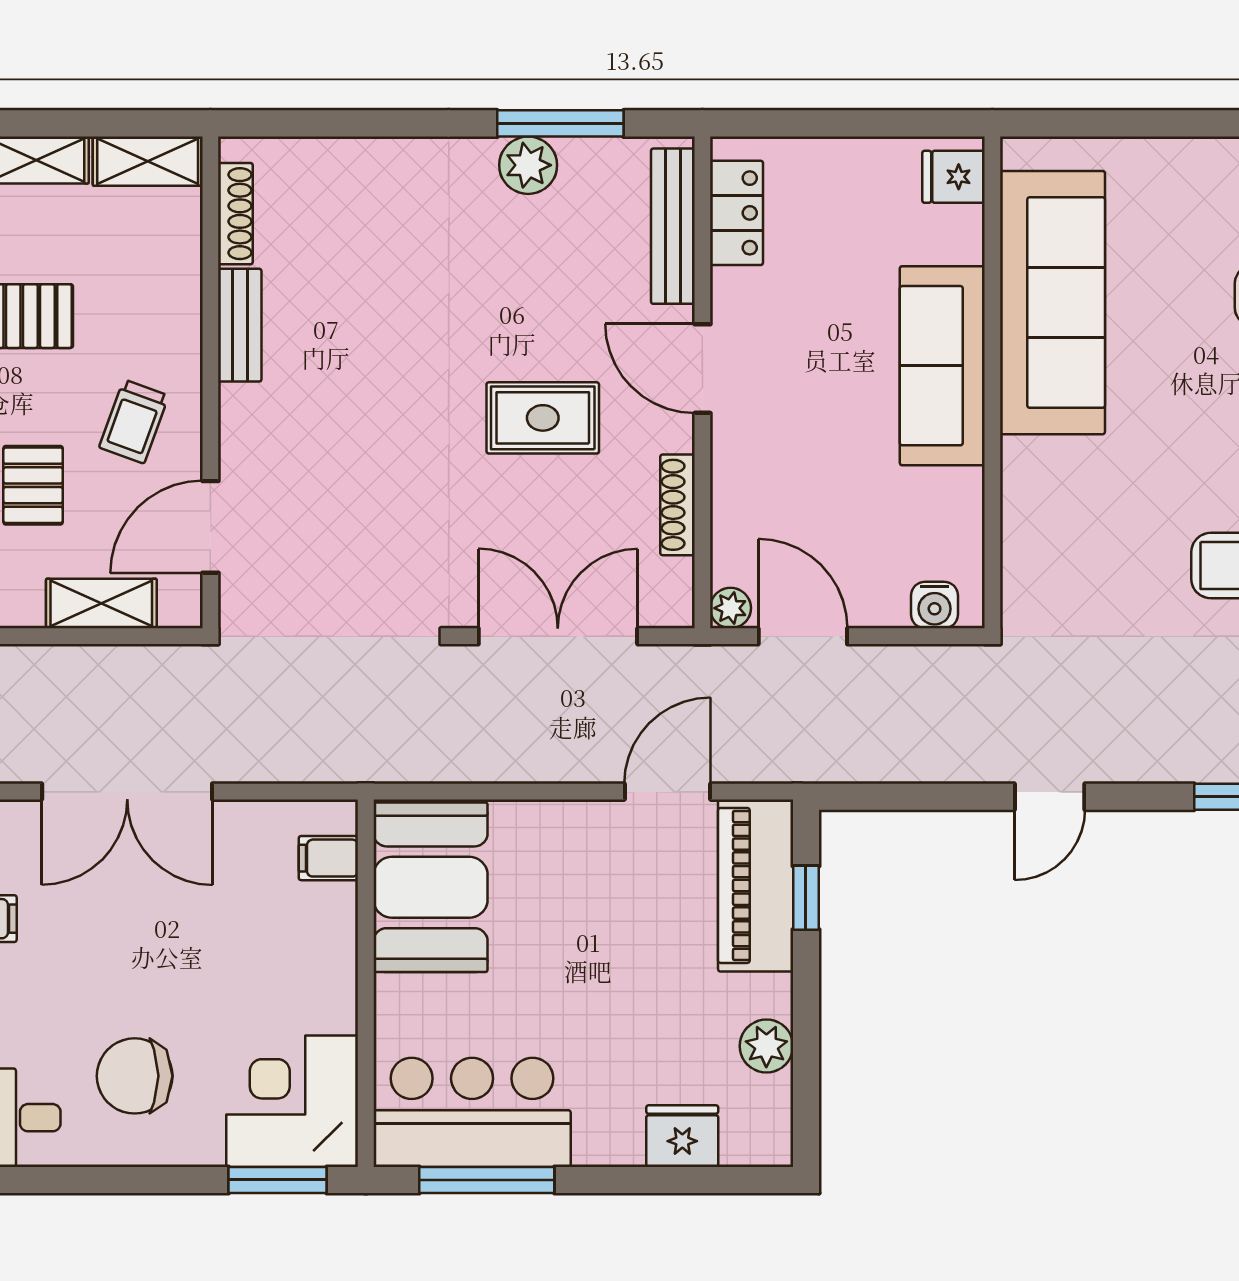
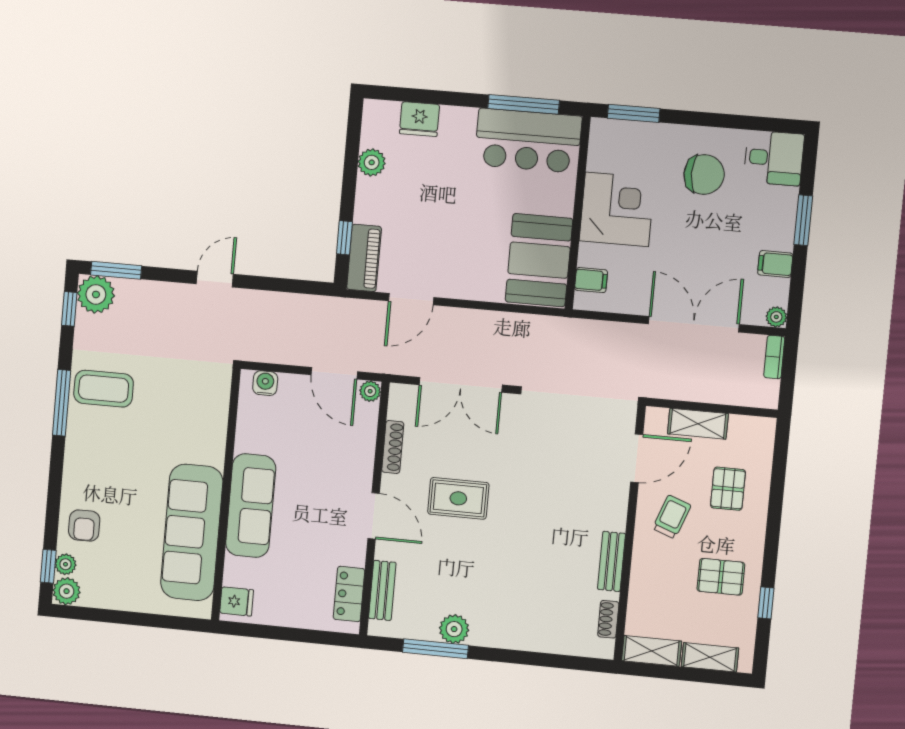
shoe rack: (235, 214) -> (608, 619), width x0.70
bench: (673, 226) -> (382, 590), width x0.73
piano: (756, 885) -> (364, 258), width x0.73, depth x0.75
corner desk: (292, 1101) -> (617, 209), moved, turned -90

